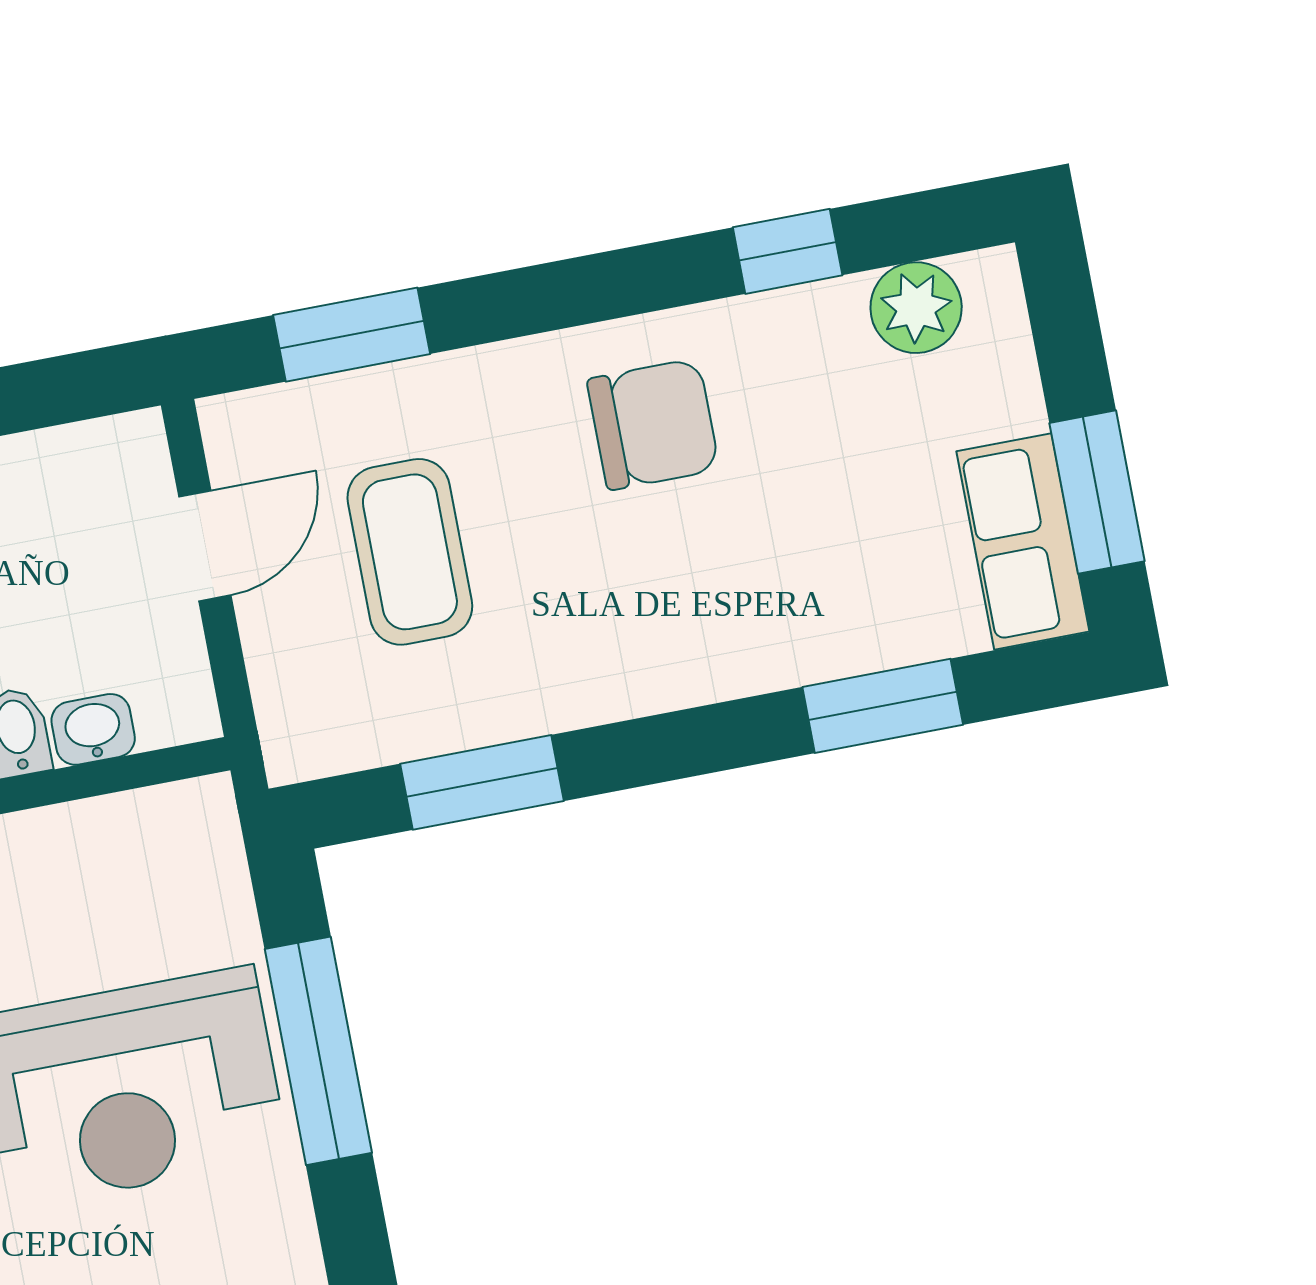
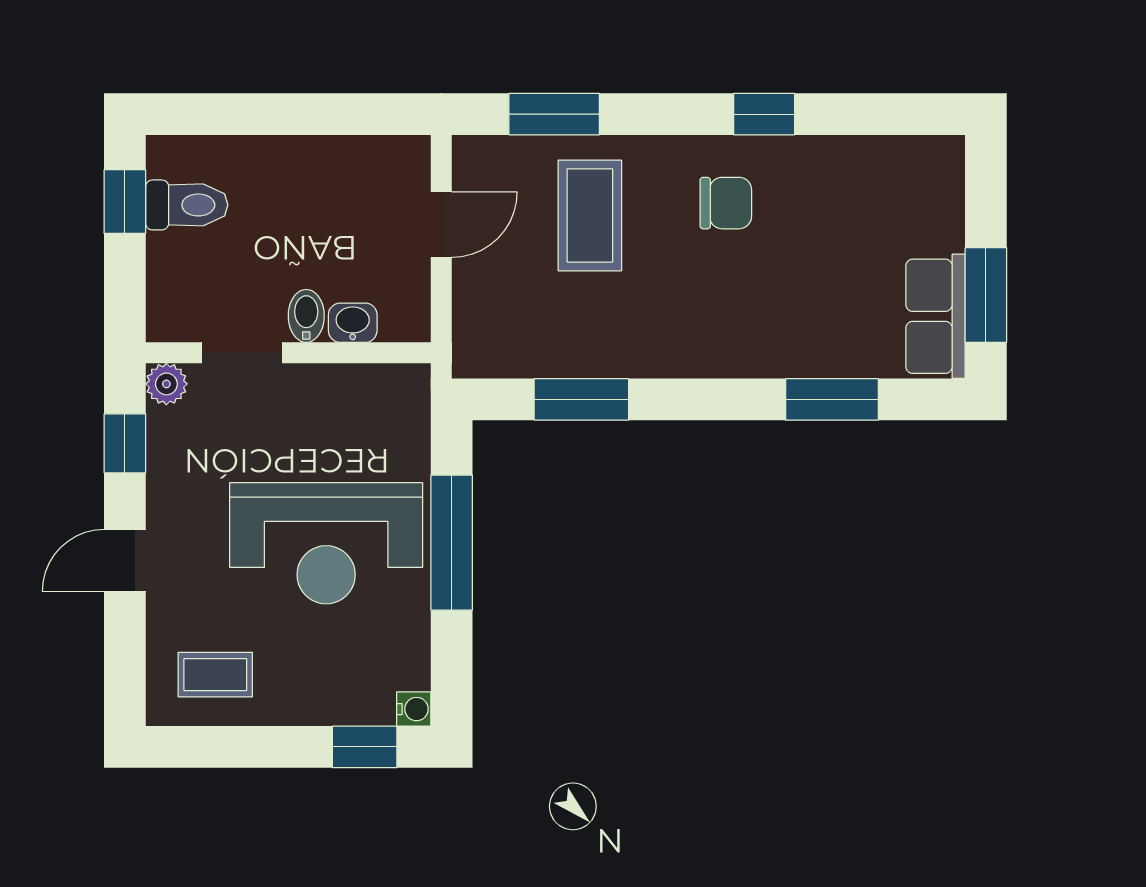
window: (788, 251) -> (764, 114), moved
plant: (916, 308) -> (898, 163), removed
chair: (653, 424) -> (726, 203), width x0.73, depth x0.73
coffee table: (410, 552) -> (590, 215), moved

